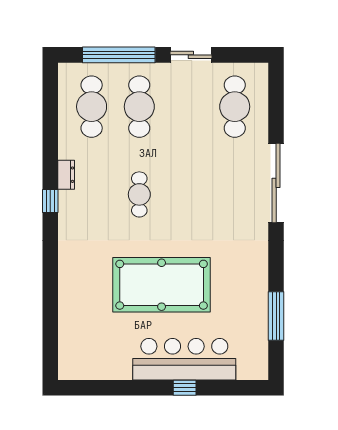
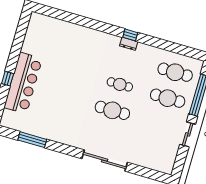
cafe table: (235, 107) -> (112, 110), moved
dresser: (66, 175) -> (129, 44), moved
pool table: (162, 285) -> (67, 82), removed

